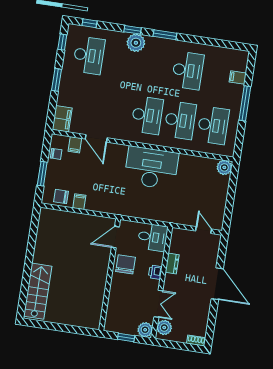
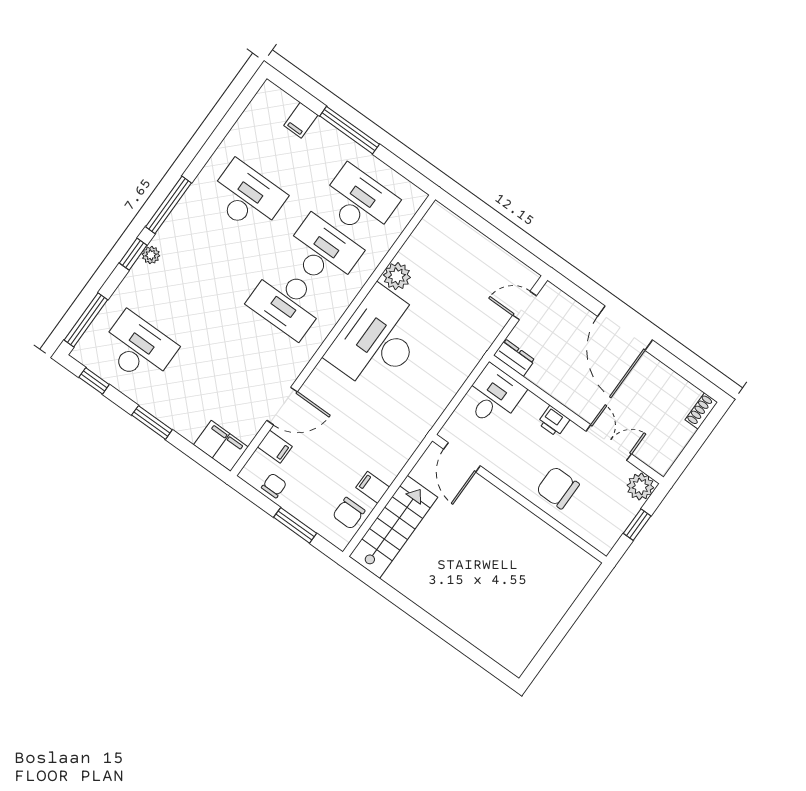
window: (90, 23) -> (86, 320), width x2.17
window: (165, 35) -> (169, 205), width x1.44
plant: (136, 43) -> (151, 255), width x0.53, depth x0.53
desk: (147, 115) -> (287, 302), turned 180
plant: (224, 167) -> (397, 276), moved
chair: (126, 264) -> (558, 488), moved
dresser: (172, 264) -> (514, 358), moved
door: (217, 284) -> (625, 328), swing flipped
stairs: (38, 291) -> (393, 527), moved, turned 90
plant: (164, 328) -> (653, 453), removed

